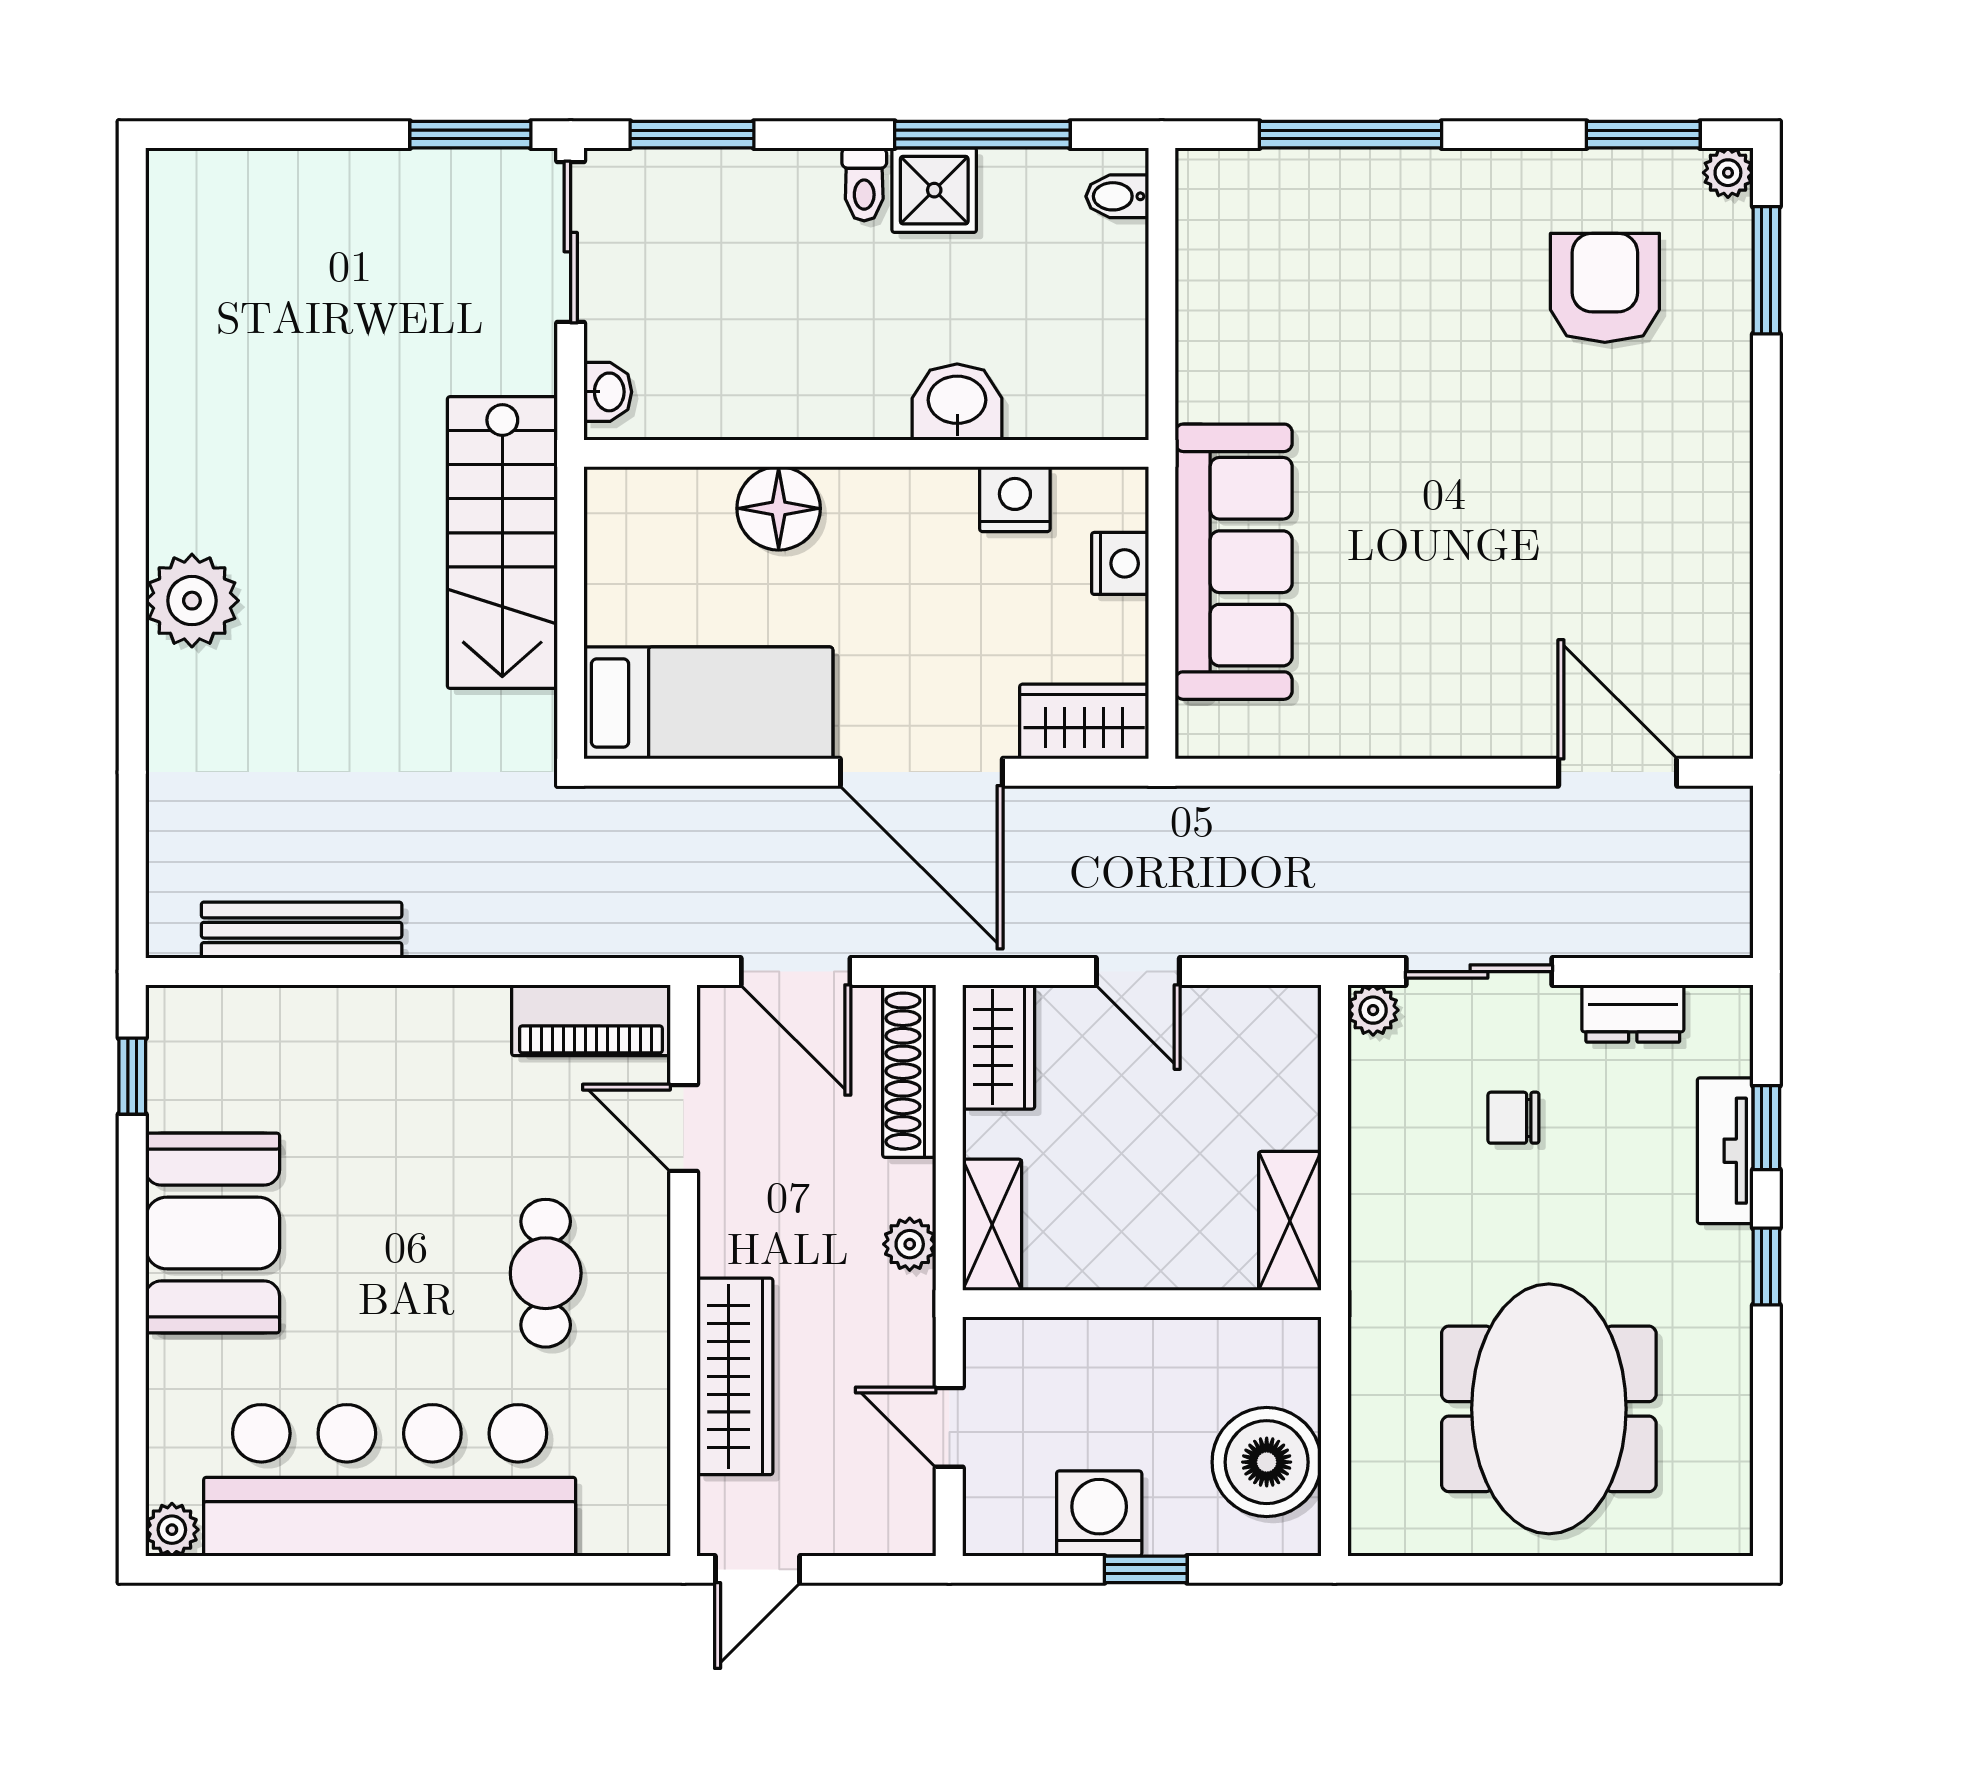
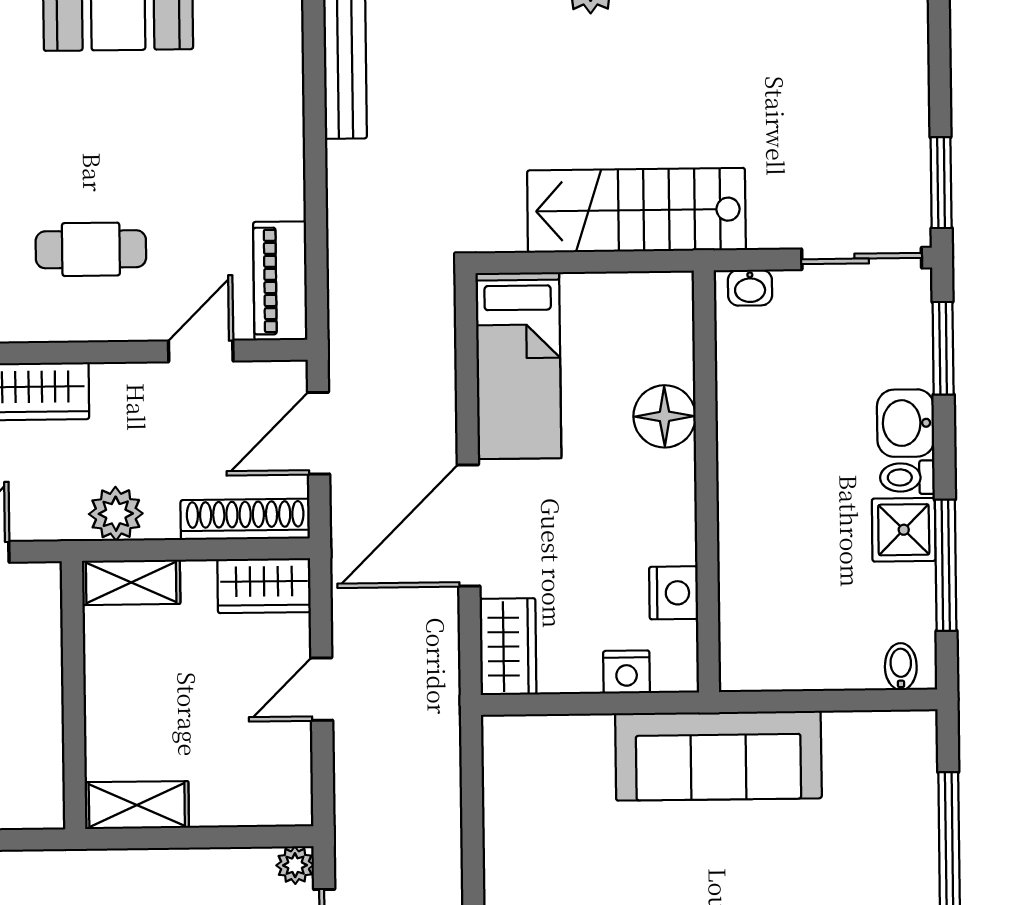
washbasin: (957, 402) -> (906, 423), moved, turned 180
sofa: (1234, 562) -> (718, 756), moved
plant: (910, 1244) -> (116, 514), width x1.38, depth x1.38

